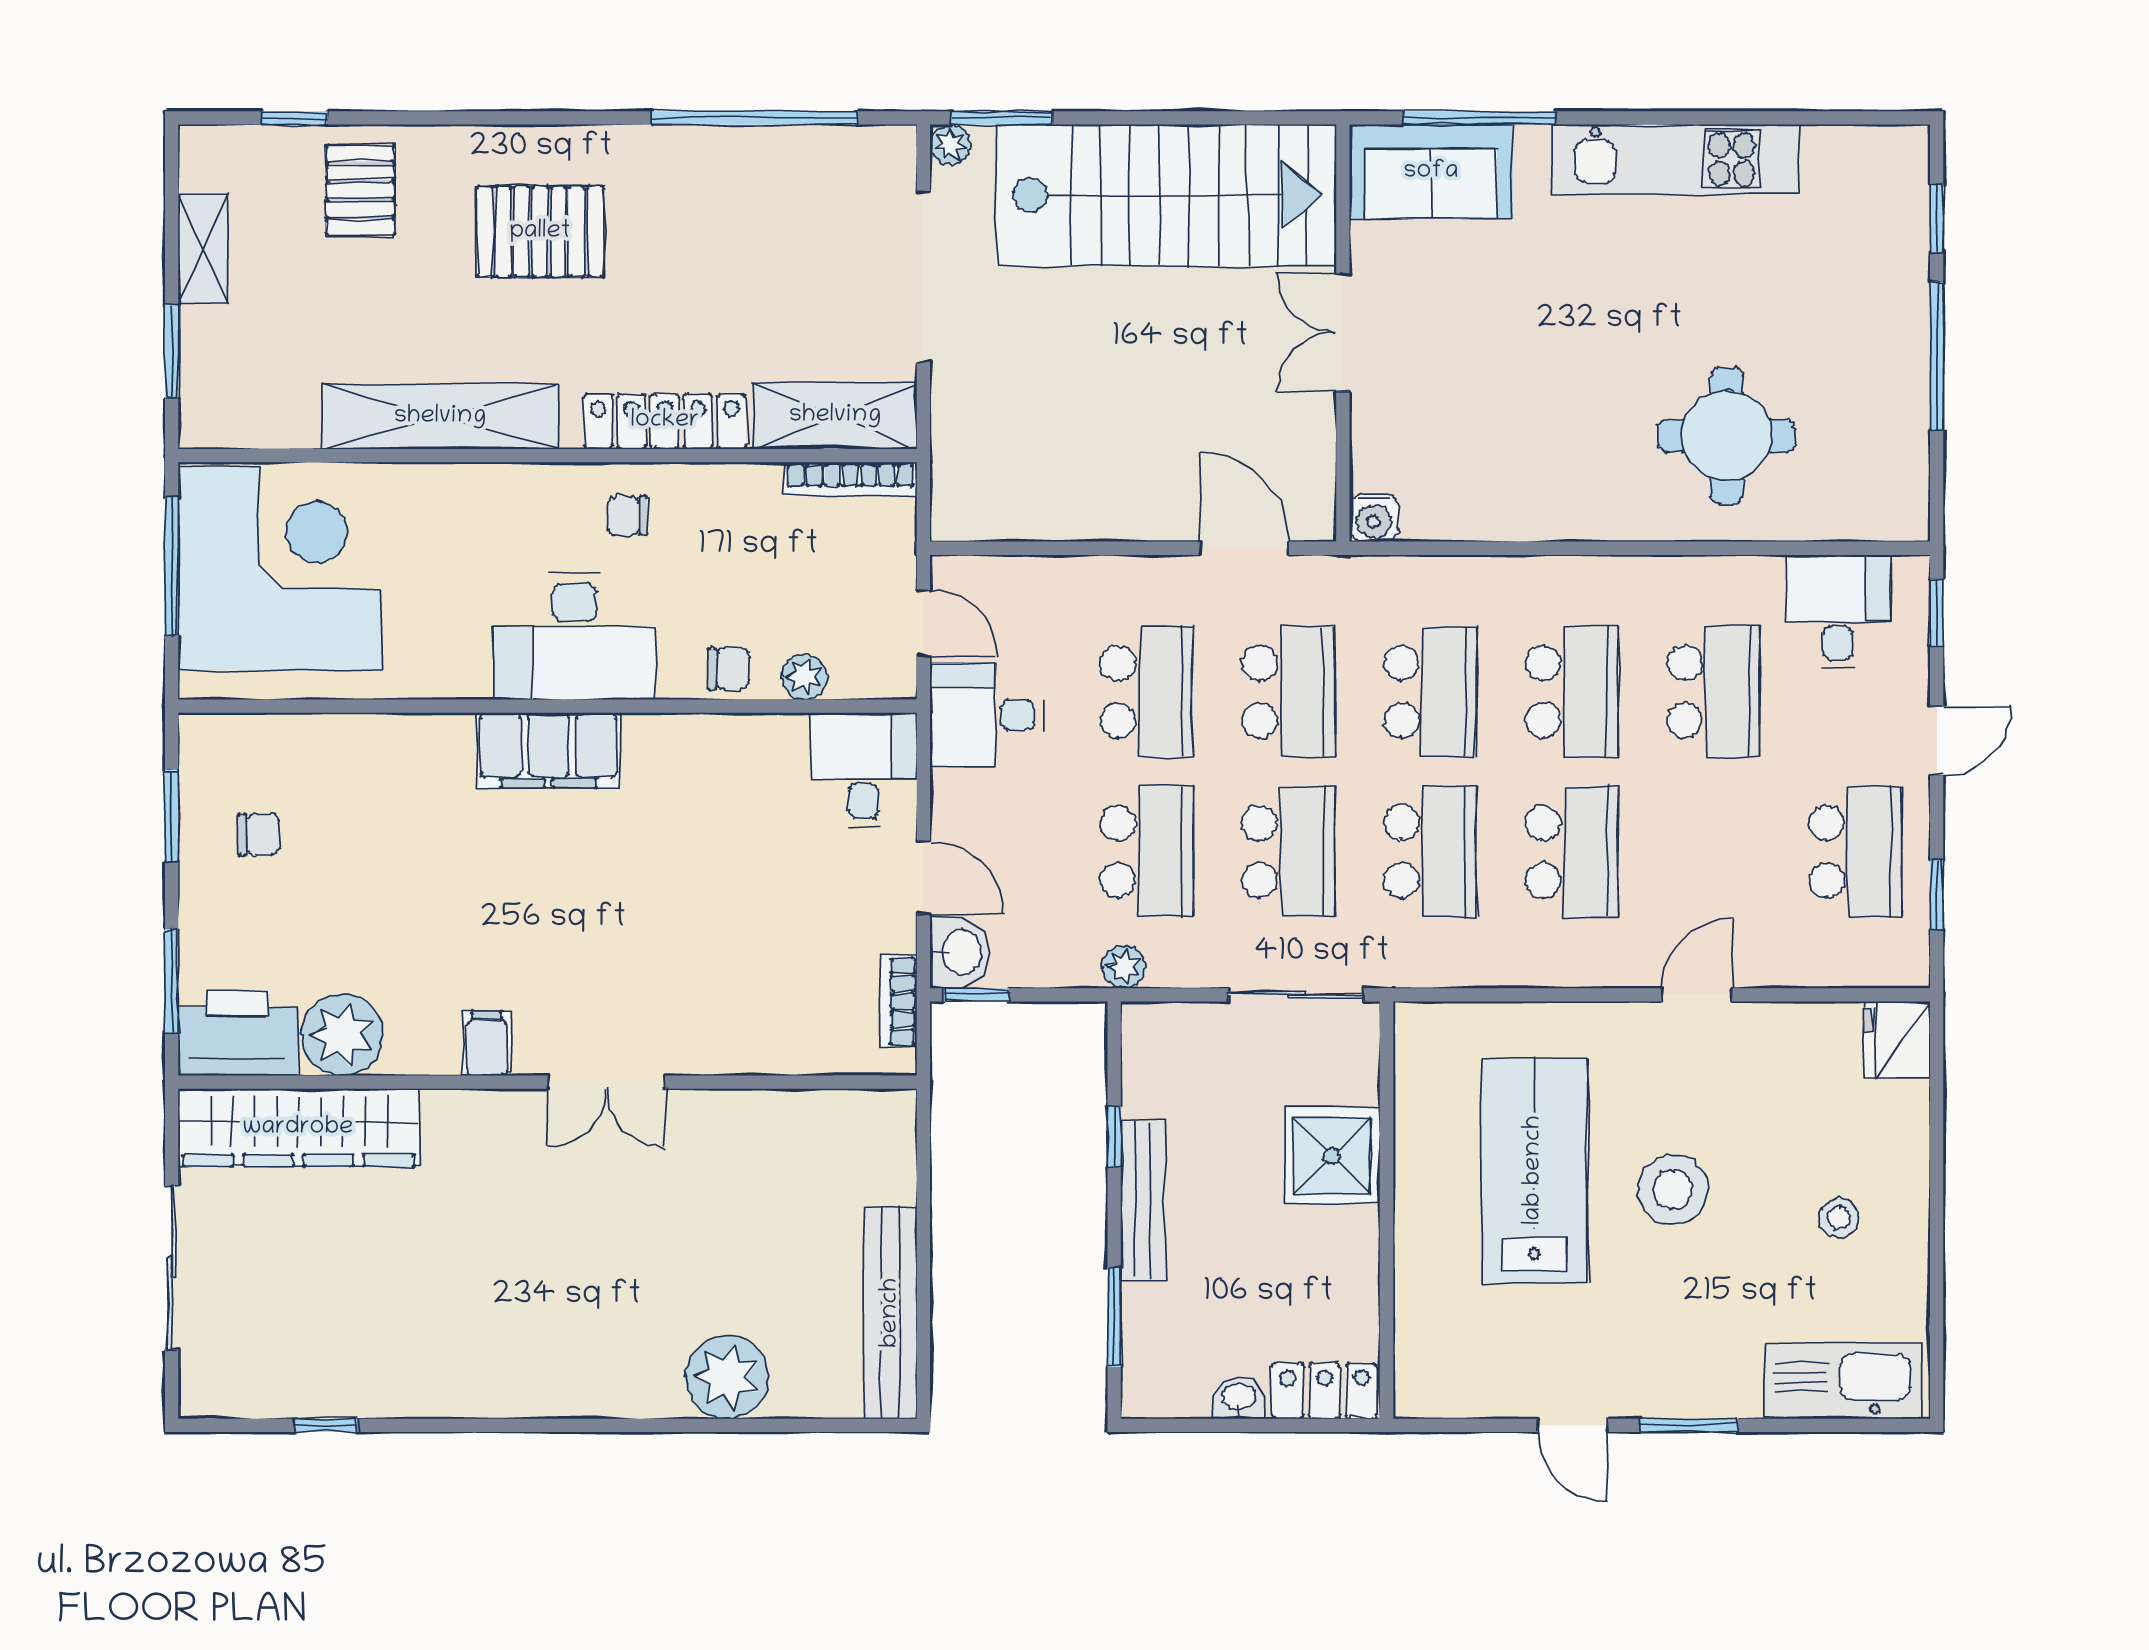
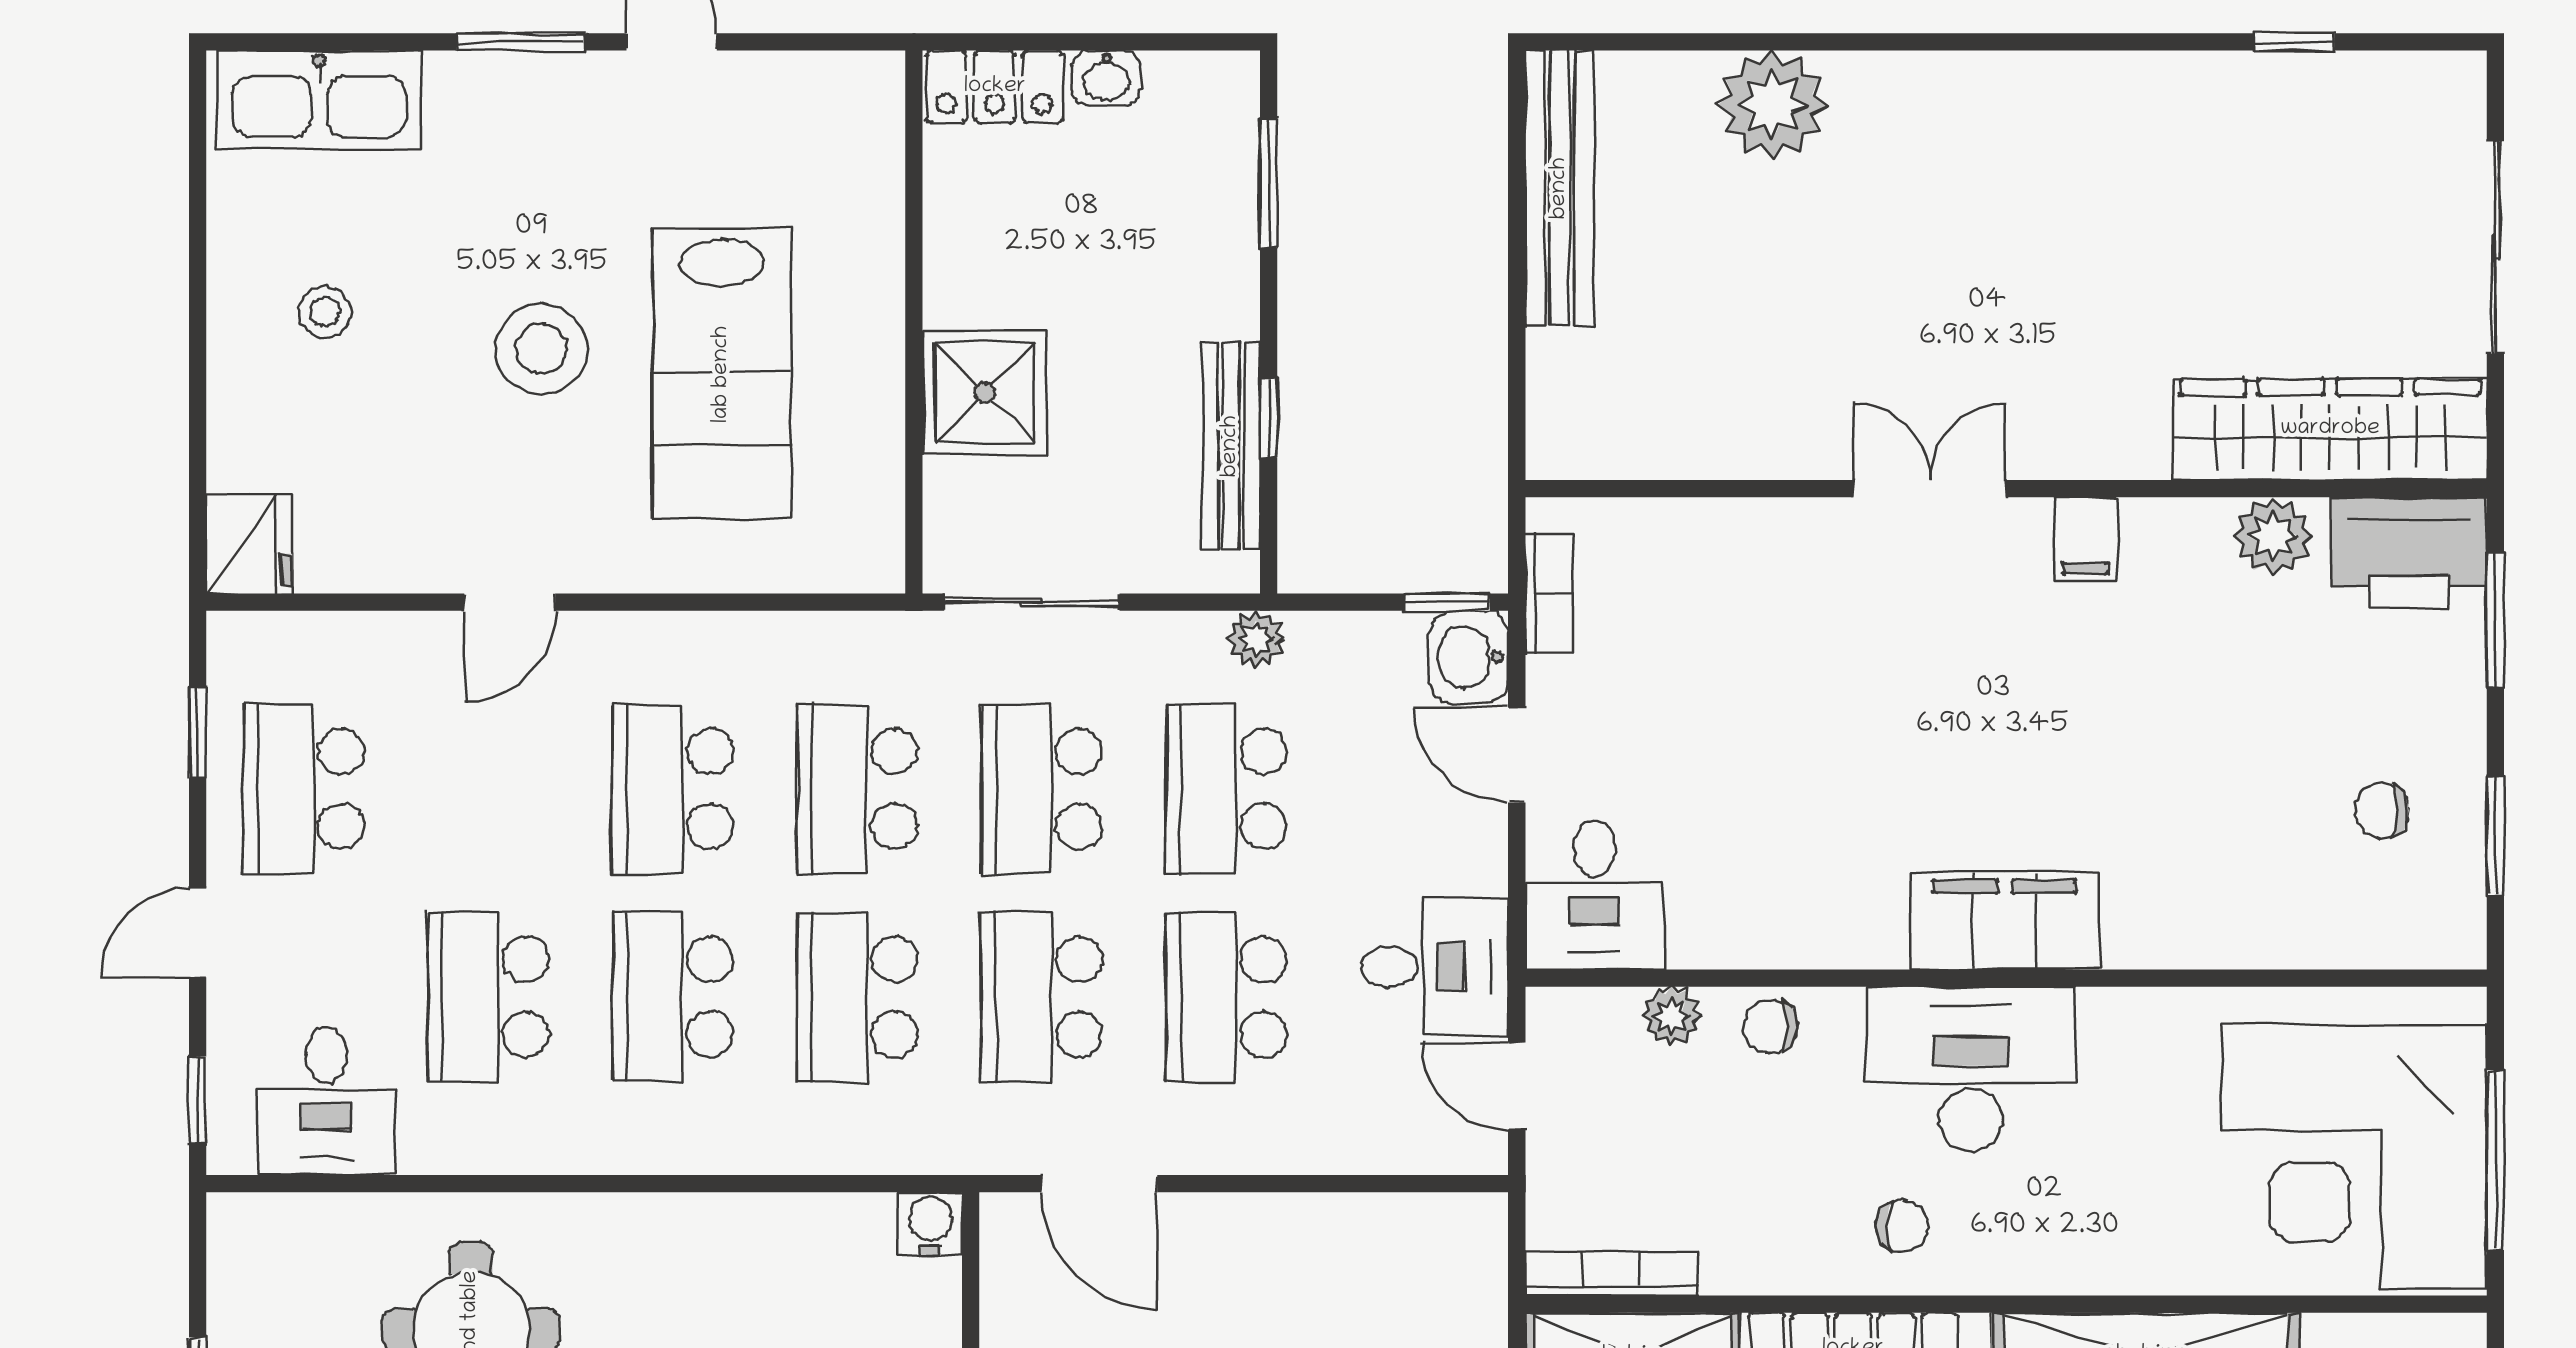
plant: (342, 1035) -> (2273, 536), width x0.73, depth x0.73
bench: (1143, 1200) -> (1231, 446), moved

